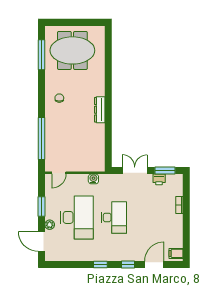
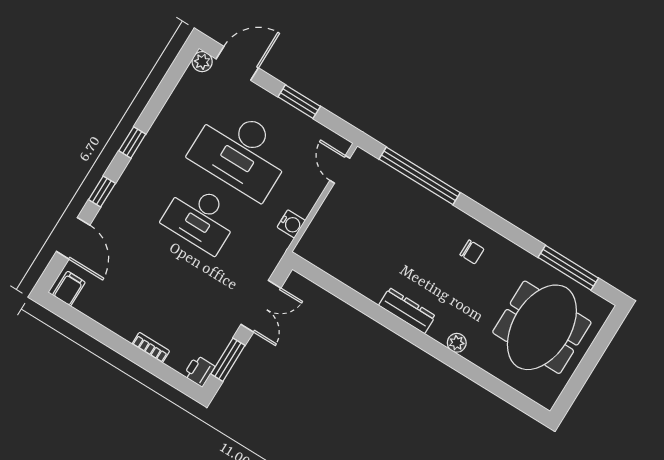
plant: (100, 81) -> (457, 343), added
printer: (159, 179) -> (199, 371), moved
plant: (50, 225) -> (202, 62), moved

